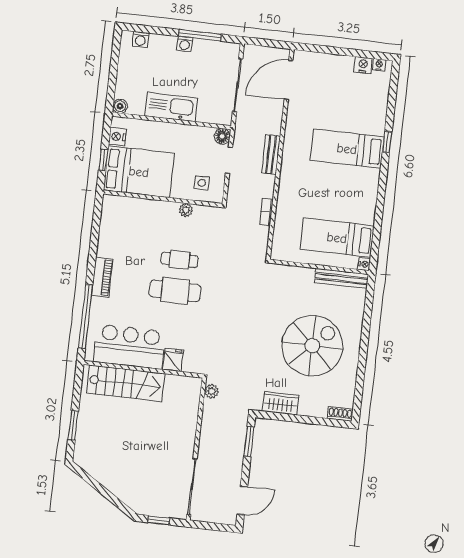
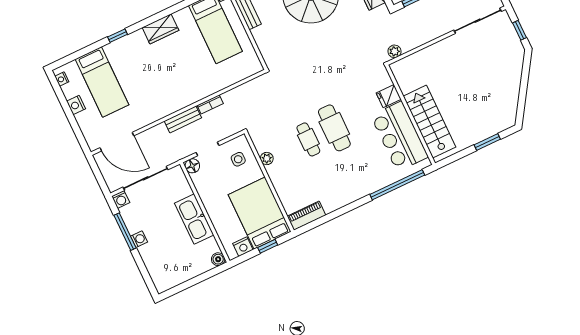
washing machine: (140, 39) -> (121, 199), moved, turned 90
nightstand: (363, 65) -> (76, 105), moved
bed: (347, 149) -> (102, 82), moved
wardrobe: (368, 186) -> (160, 29), added
bookcase: (266, 212) -> (210, 104), moved
piano: (102, 277) -> (307, 216), moved

